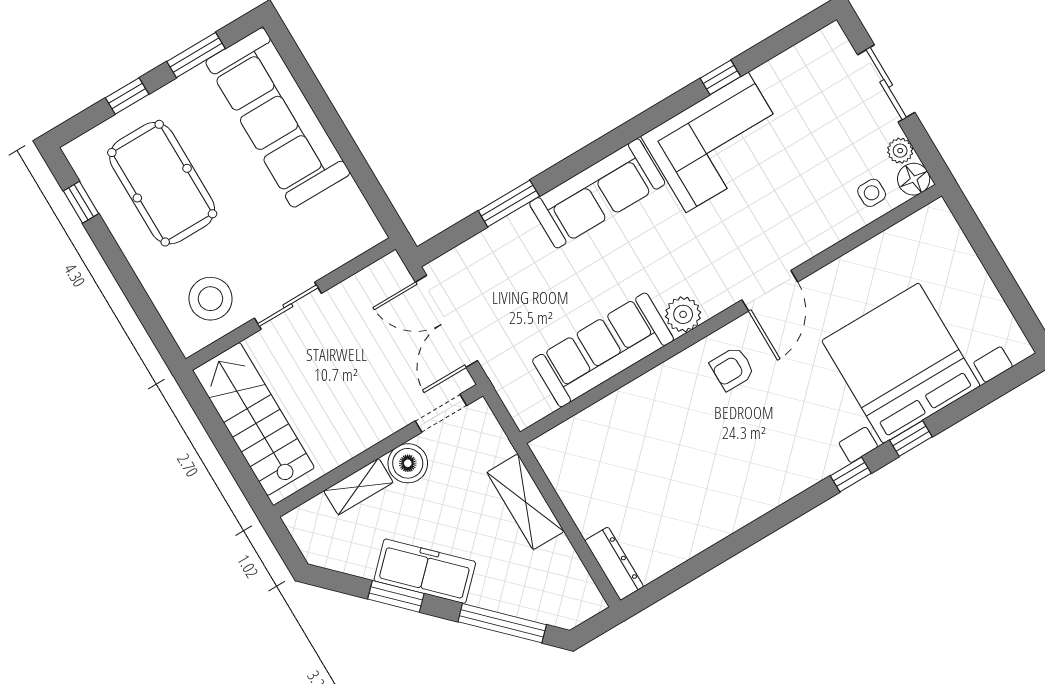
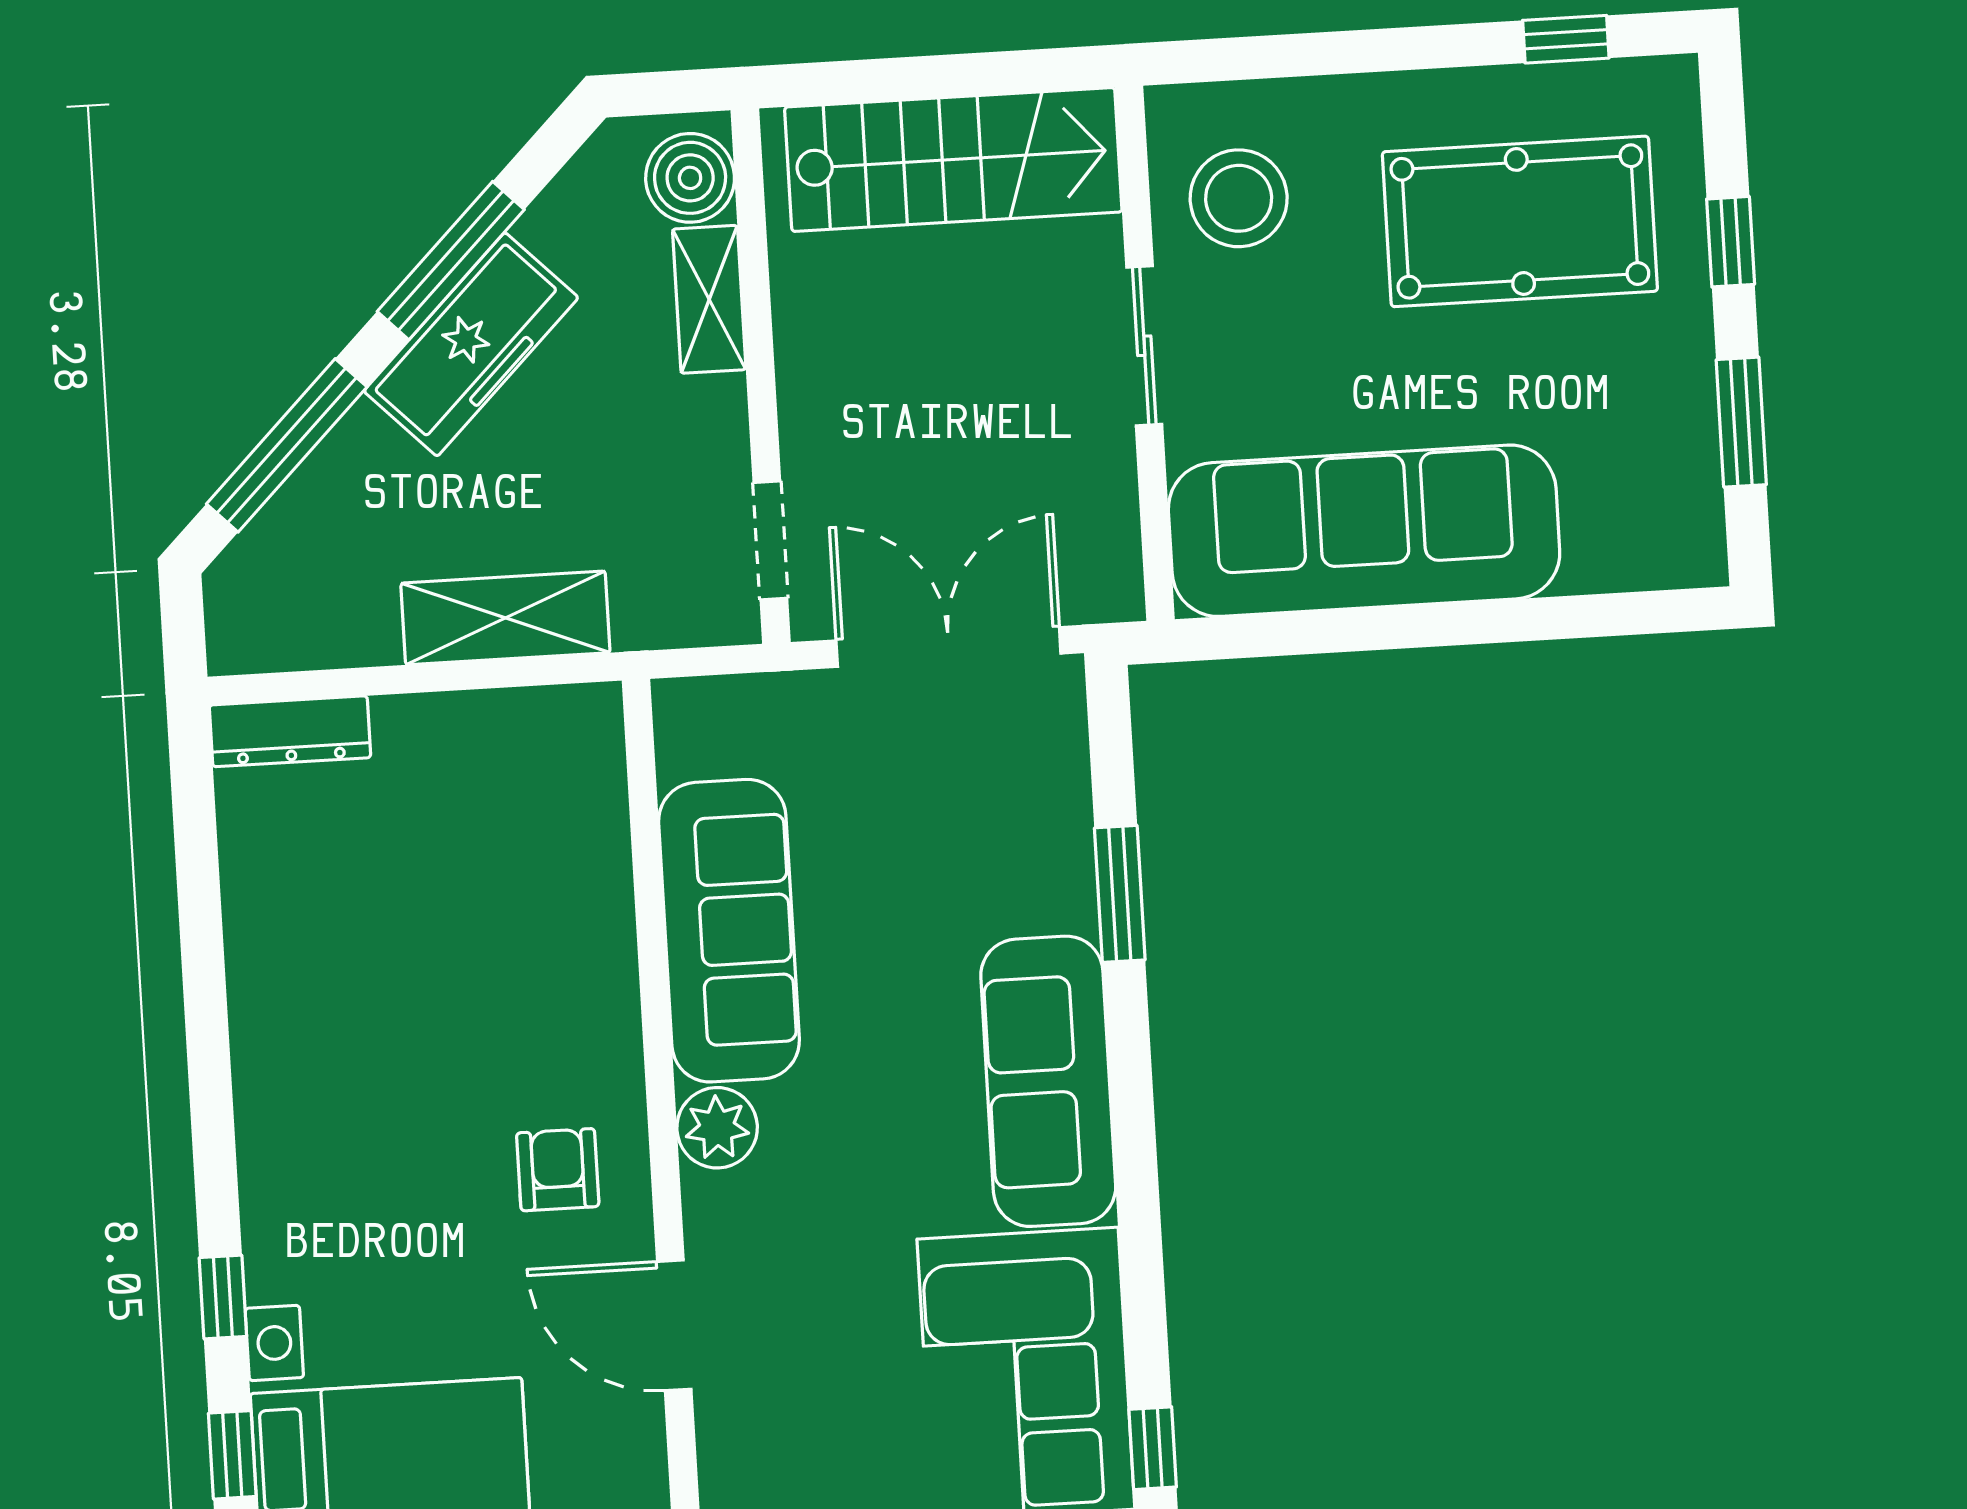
sofa: (278, 118) -> (1364, 531), moved
boiler: (408, 463) -> (690, 178), moved
window: (396, 596) -> (451, 261), width x1.44

